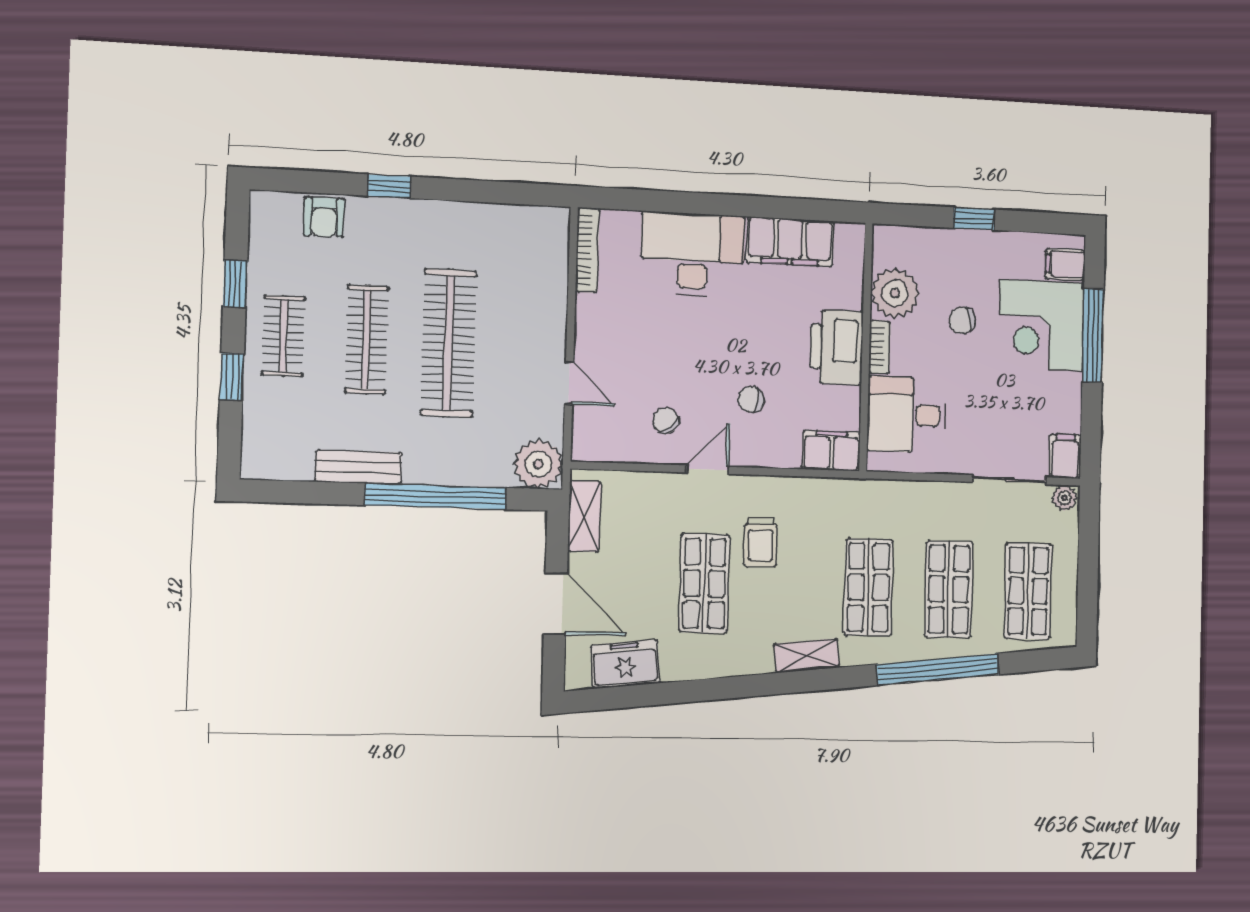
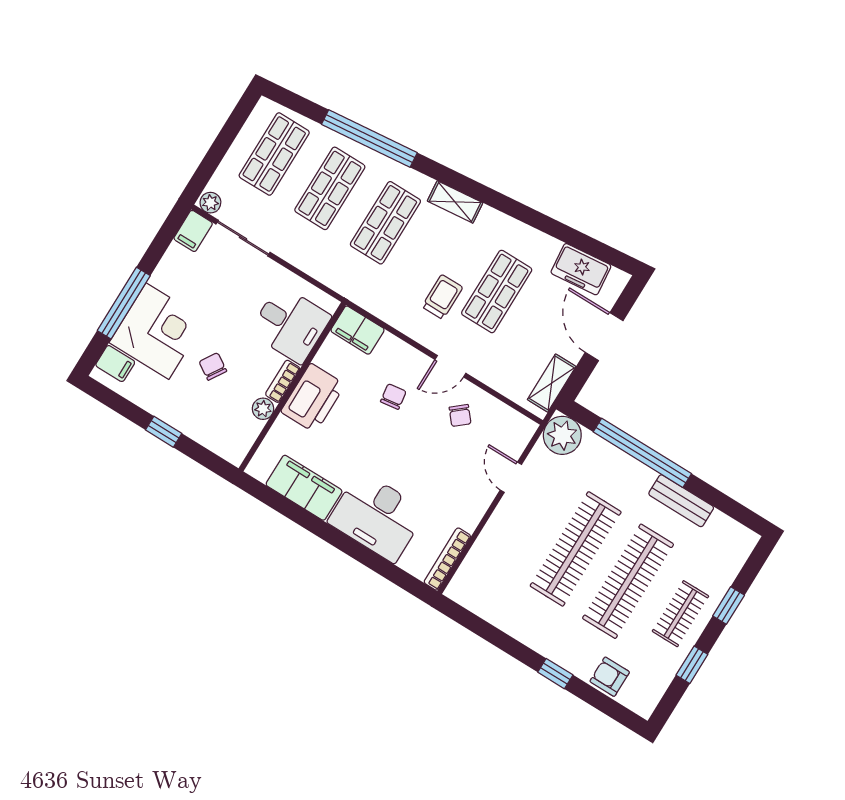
armchair: (324, 217) -> (610, 677), turned -90
plant: (895, 293) -> (263, 409), width x0.53, depth x0.53
chair: (962, 320) -> (213, 367), turned -135
clothes rail: (366, 339) -> (628, 581), width x1.37, depth x1.31
chair: (751, 399) -> (393, 397), turned -105

